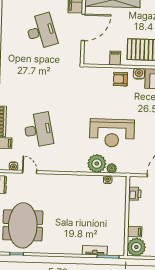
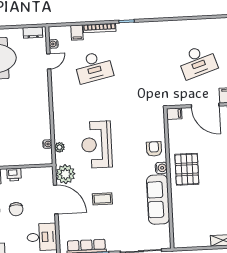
filing cabinet: (115, 58) -> (174, 114), moved
plant: (97, 164) -> (65, 174), moved
printer: (135, 194) -> (14, 175), moved

